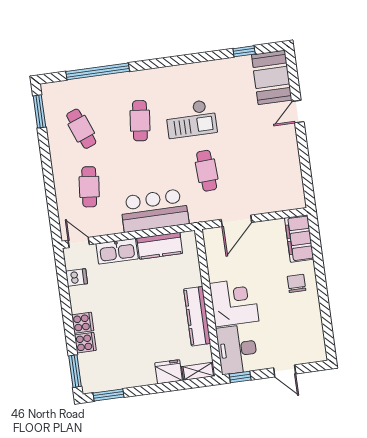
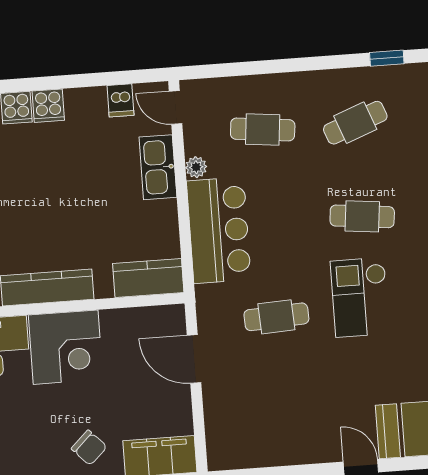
window: (39, 111) -> (387, 58), width x0.67
plant: (116, 227) -> (196, 167), added
door: (79, 242) -> (176, 107), swing flipped
kitchen counter: (160, 246) -> (148, 278), moved, turned 90
chair: (296, 283) -> (89, 448), turned 46

